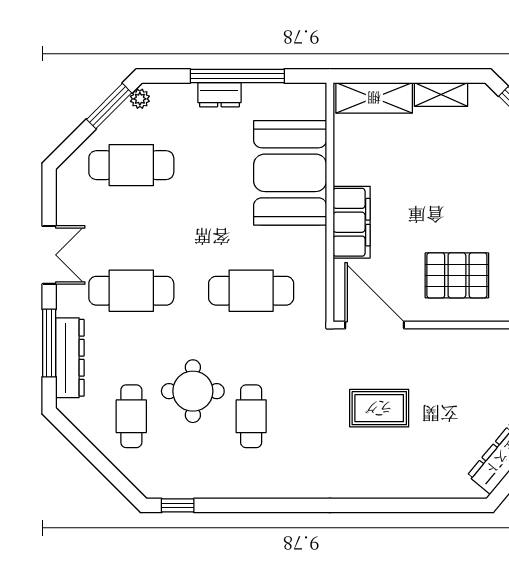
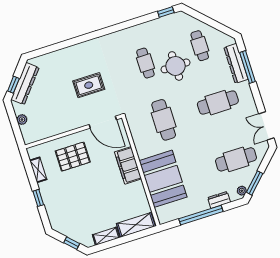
dresser: (219, 95) -> (219, 200), moved
double door: (49, 255) -> (266, 126), moved
cafe table: (251, 291) -> (164, 120), turned 90

